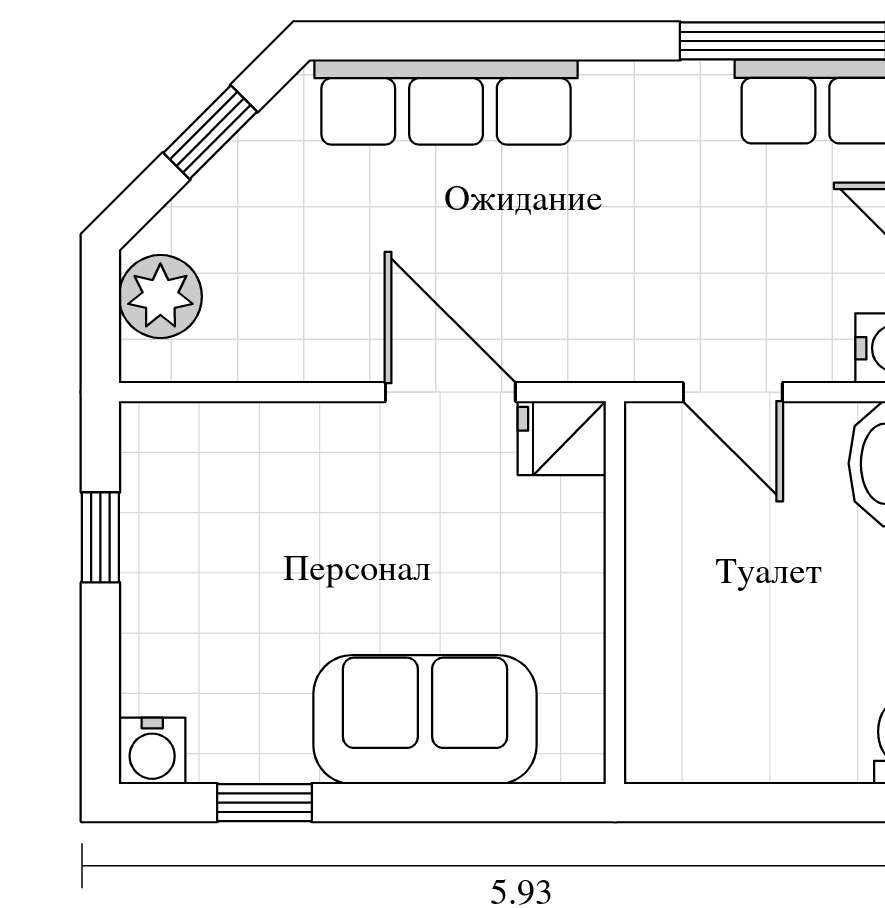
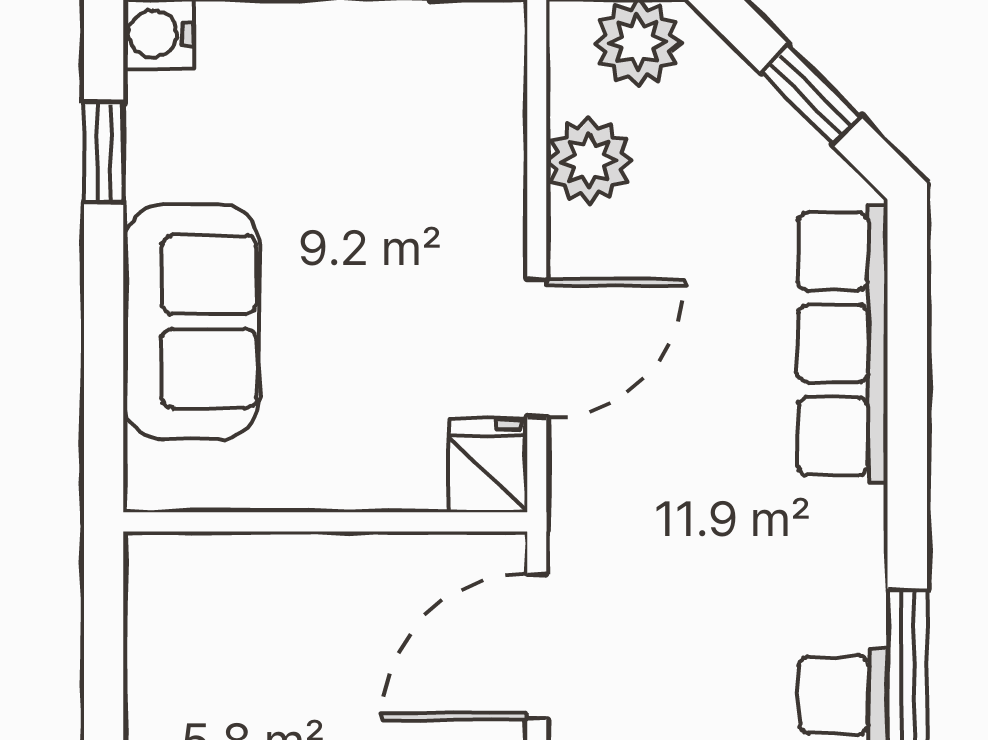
plant: (273, 342) -> (589, 161), added
door: (733, 392) -> (537, 646), width x1.38

